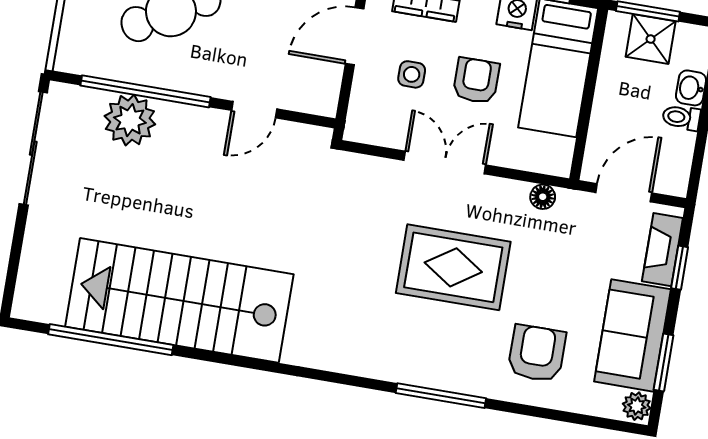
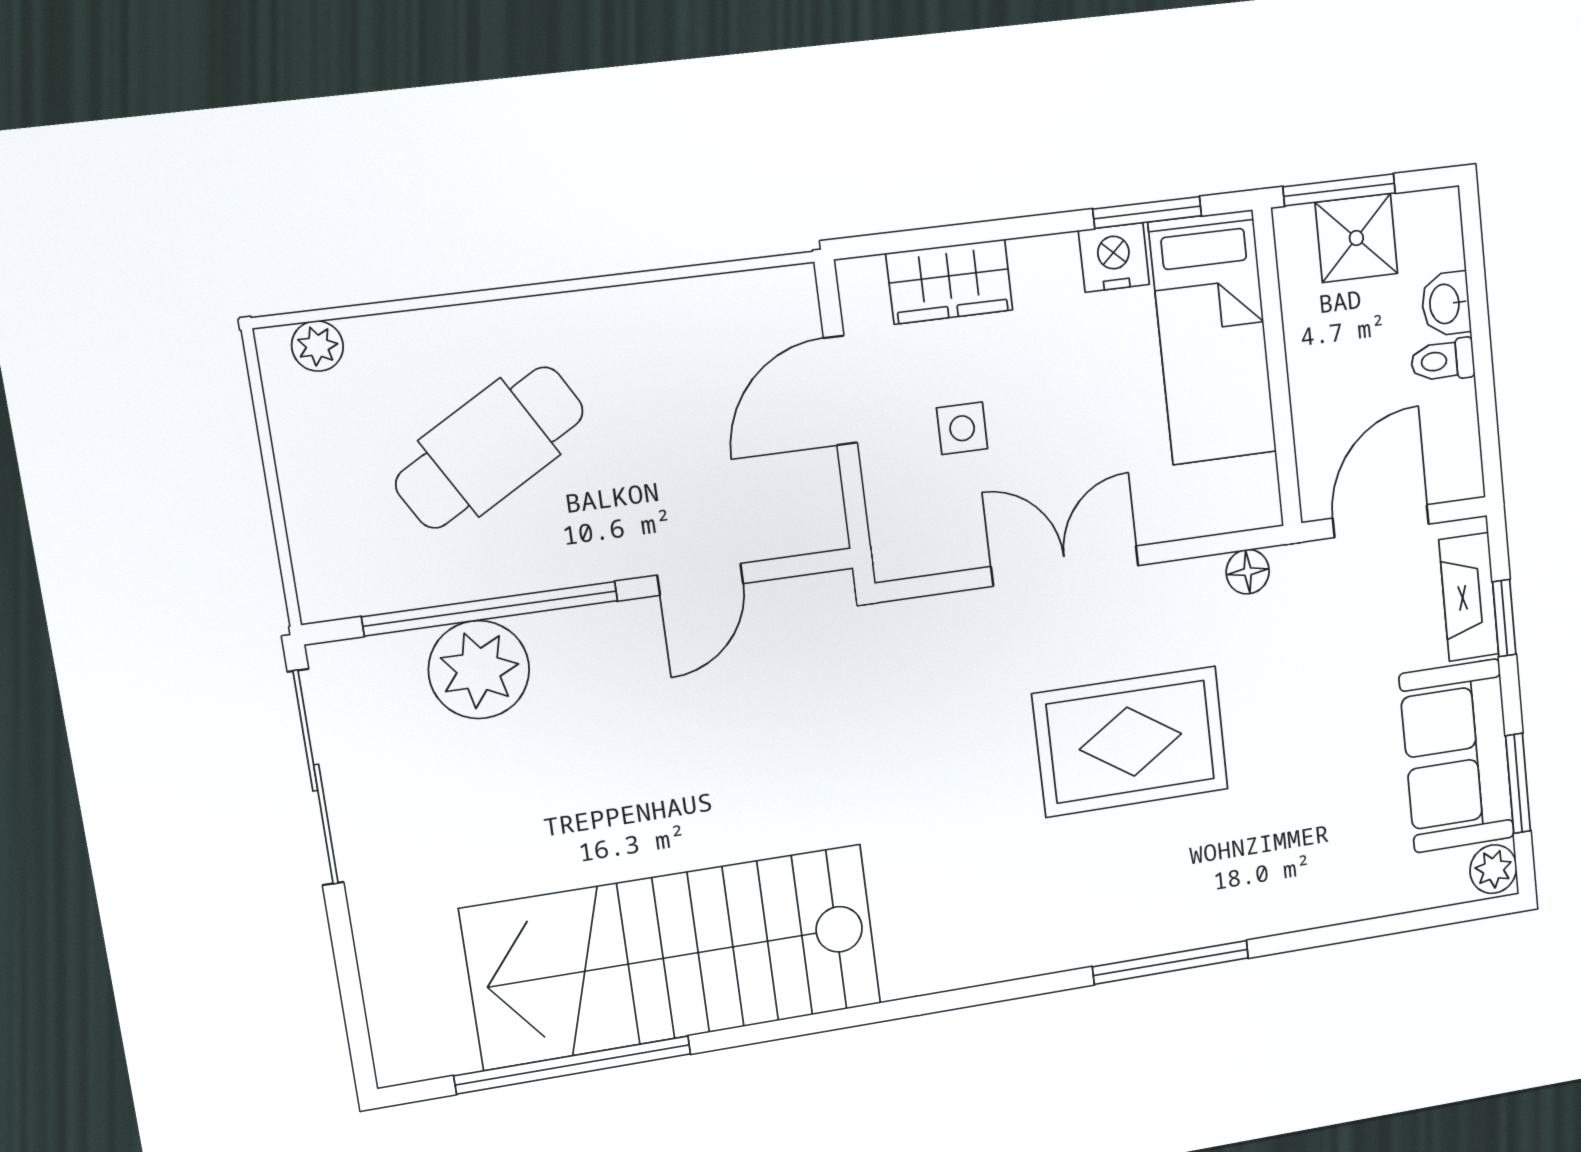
armchair: (476, 81) -> (1078, 404), removed
armchair: (537, 353) -> (1309, 839), removed

